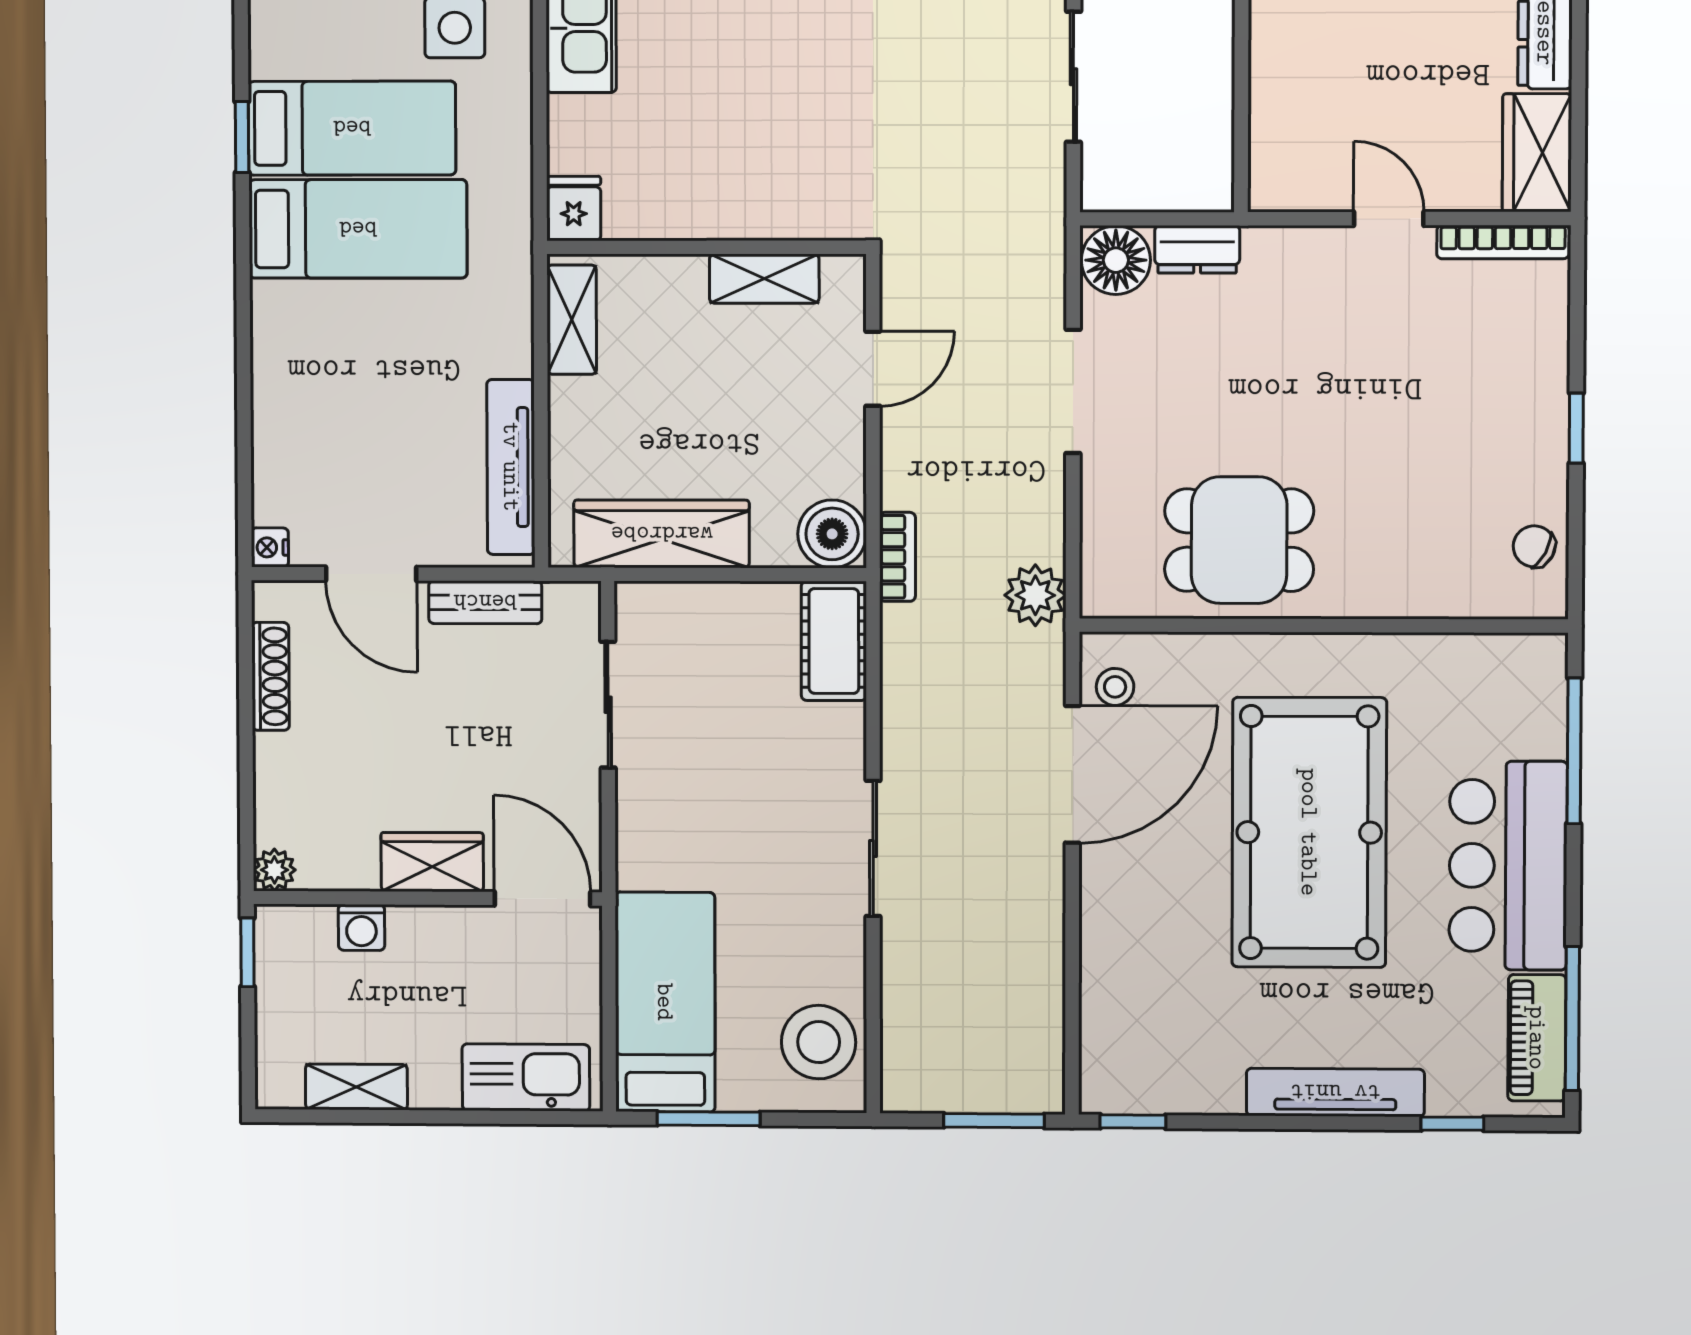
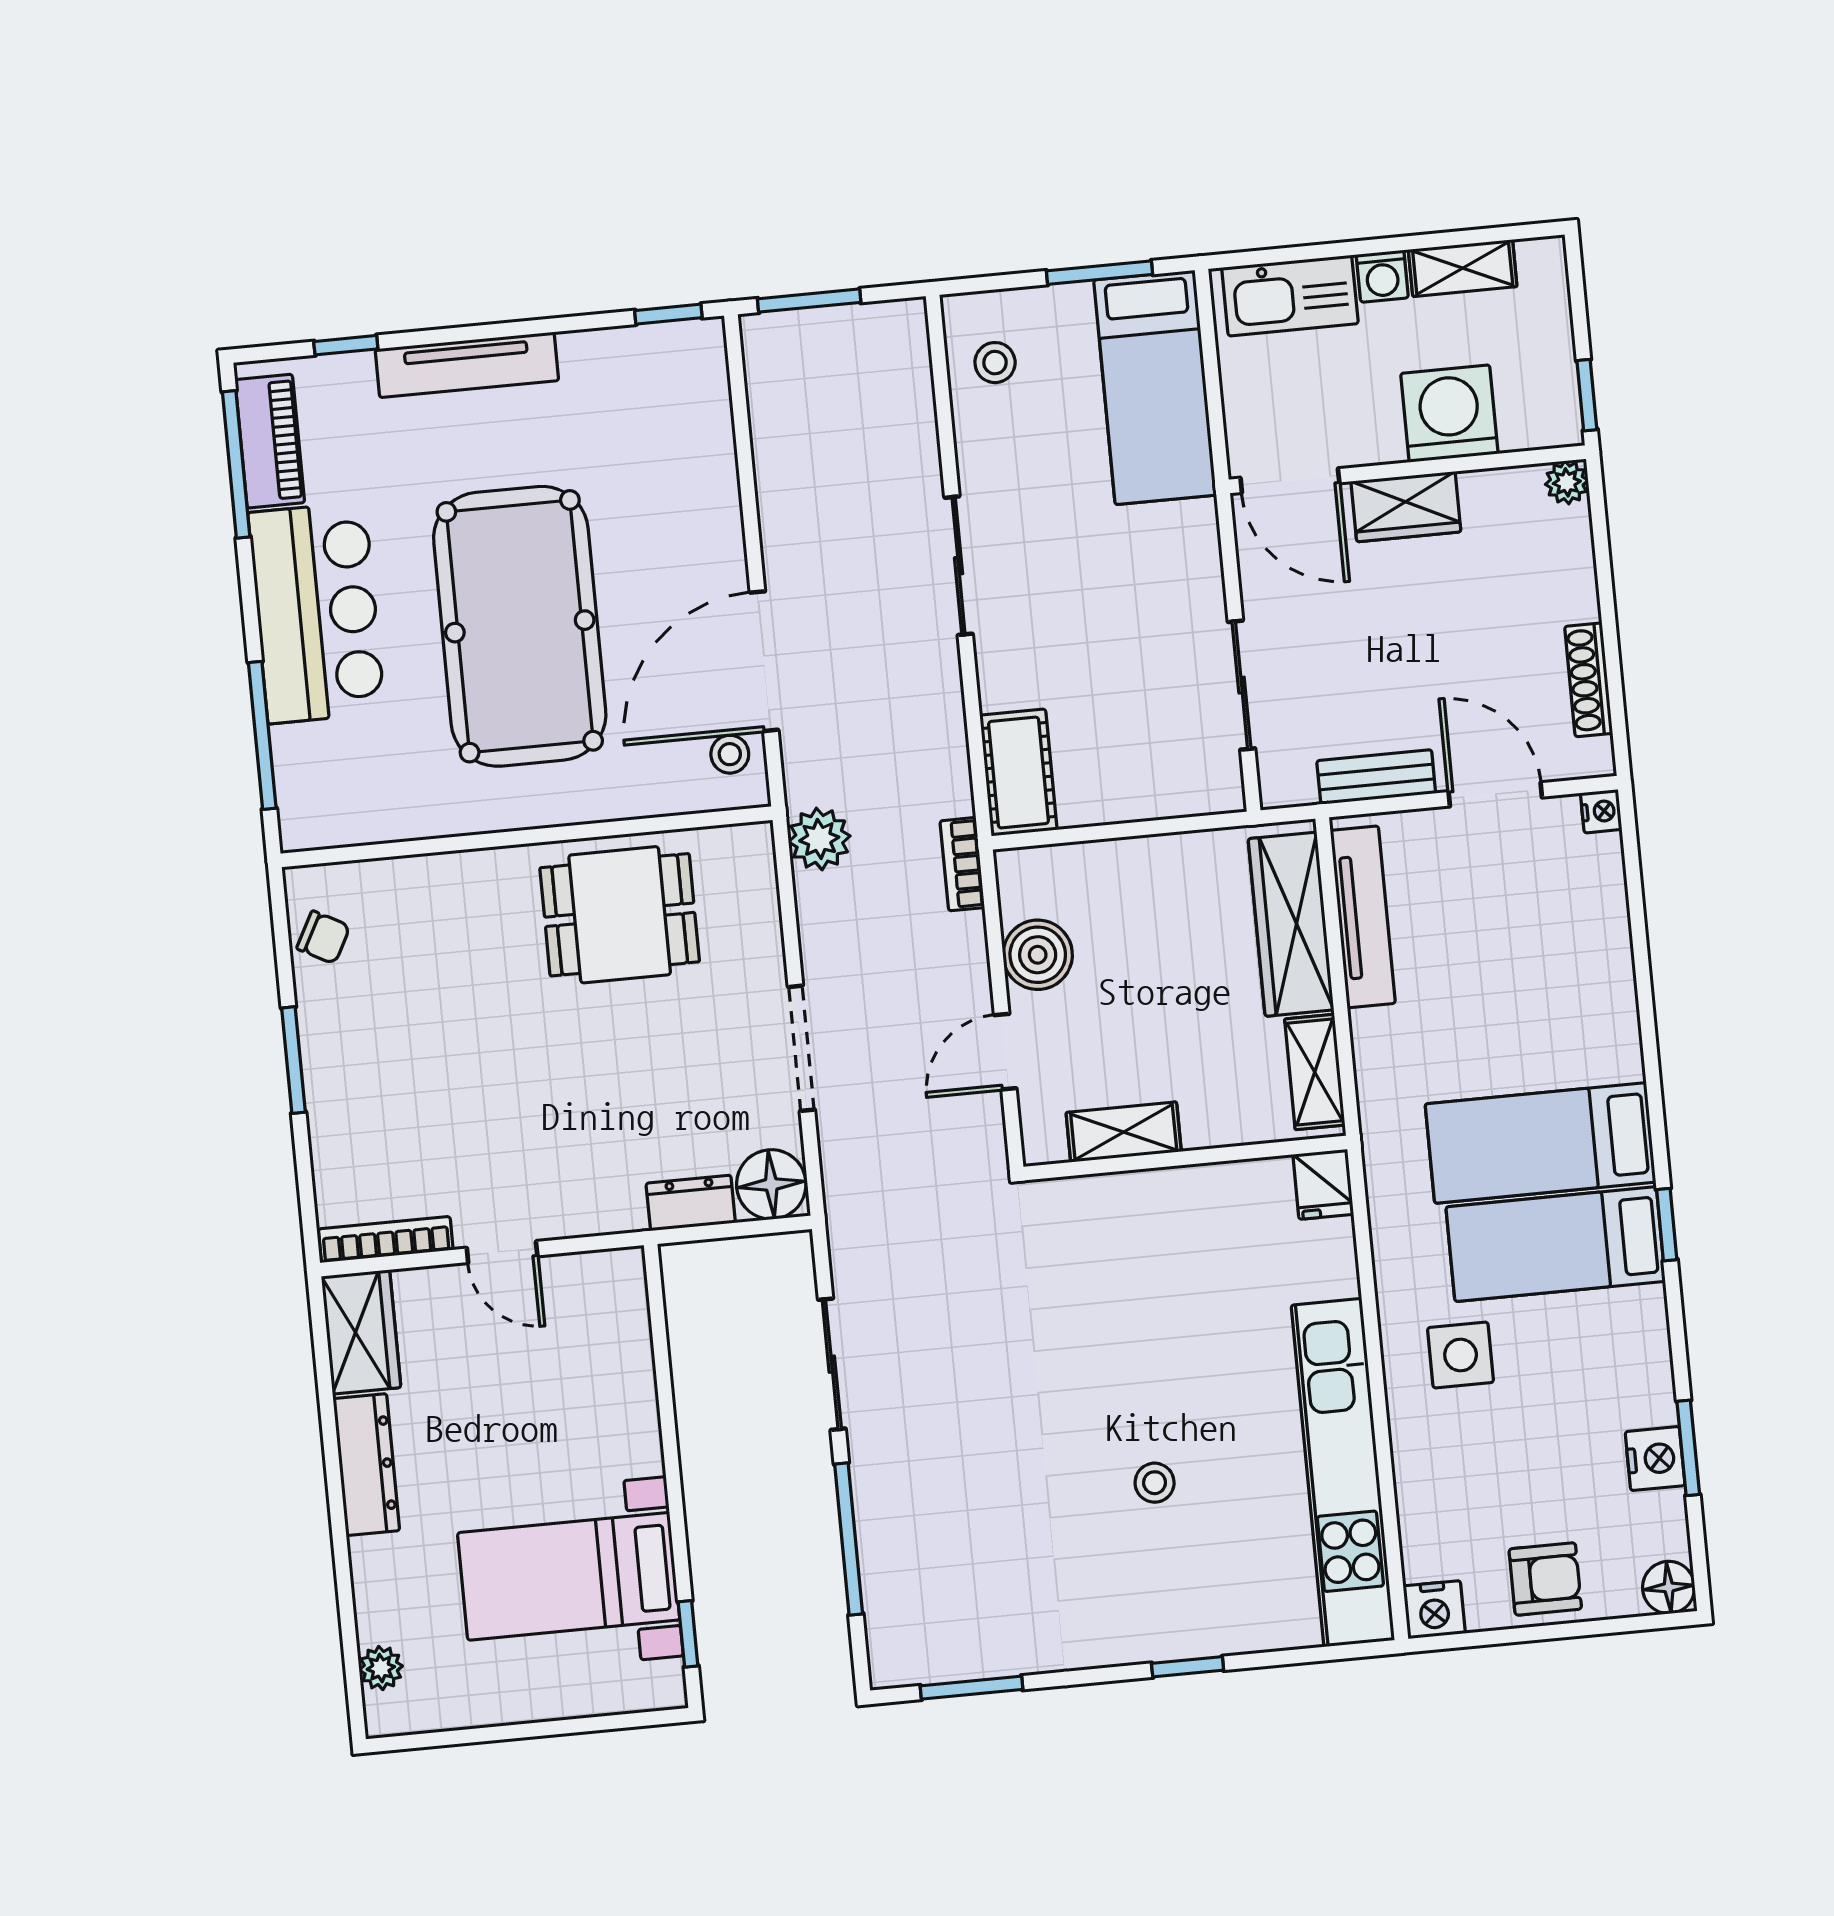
window: (1576, 428) -> (294, 1060), width x1.50
wardrobe: (662, 534) -> (1291, 924), moved, turned 90
boiler: (832, 534) -> (1038, 955), moved
washing machine: (361, 927) -> (1449, 414), width x1.89, depth x1.89
stool: (819, 1042) -> (995, 363), width x0.53, depth x0.53
washing machine: (435, 1087) -> (1382, 276), added

